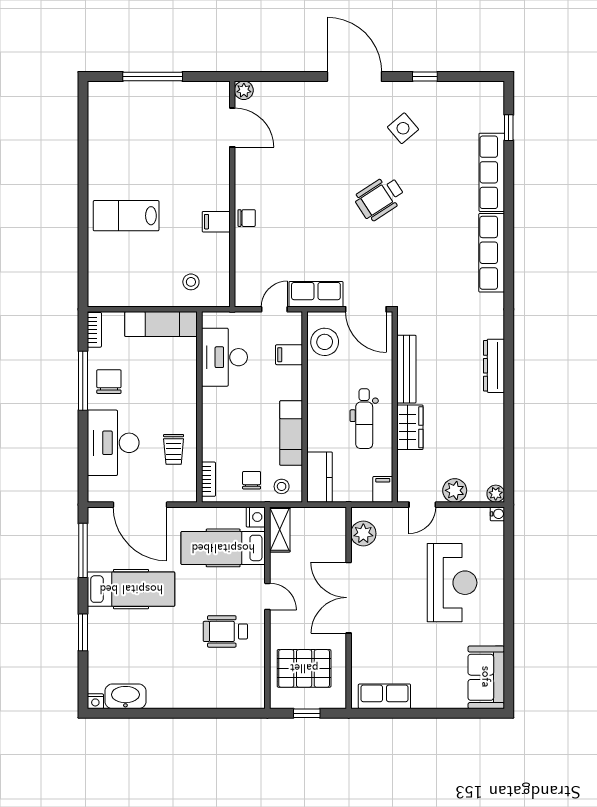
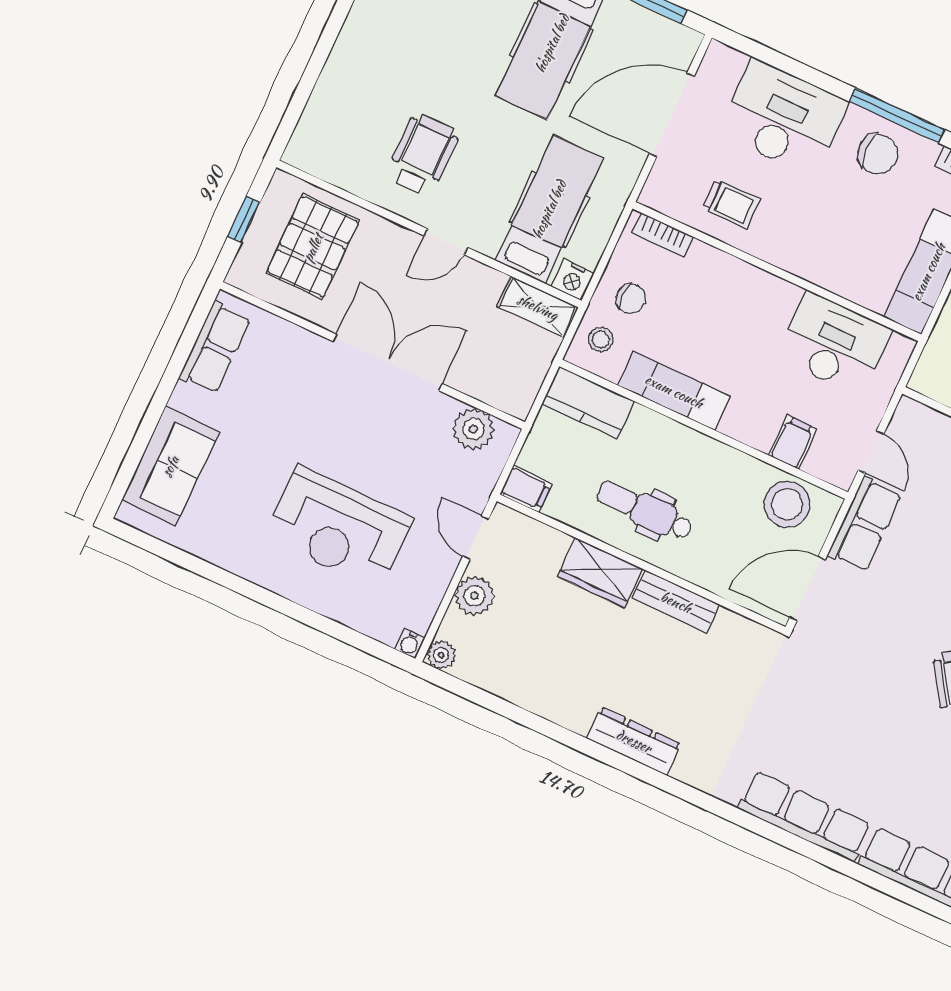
bench: (406, 369) -> (676, 602), width x0.73
trolley: (174, 449) -> (731, 204), turned 180
sofa: (486, 677) -> (170, 466), moved, turned 90

